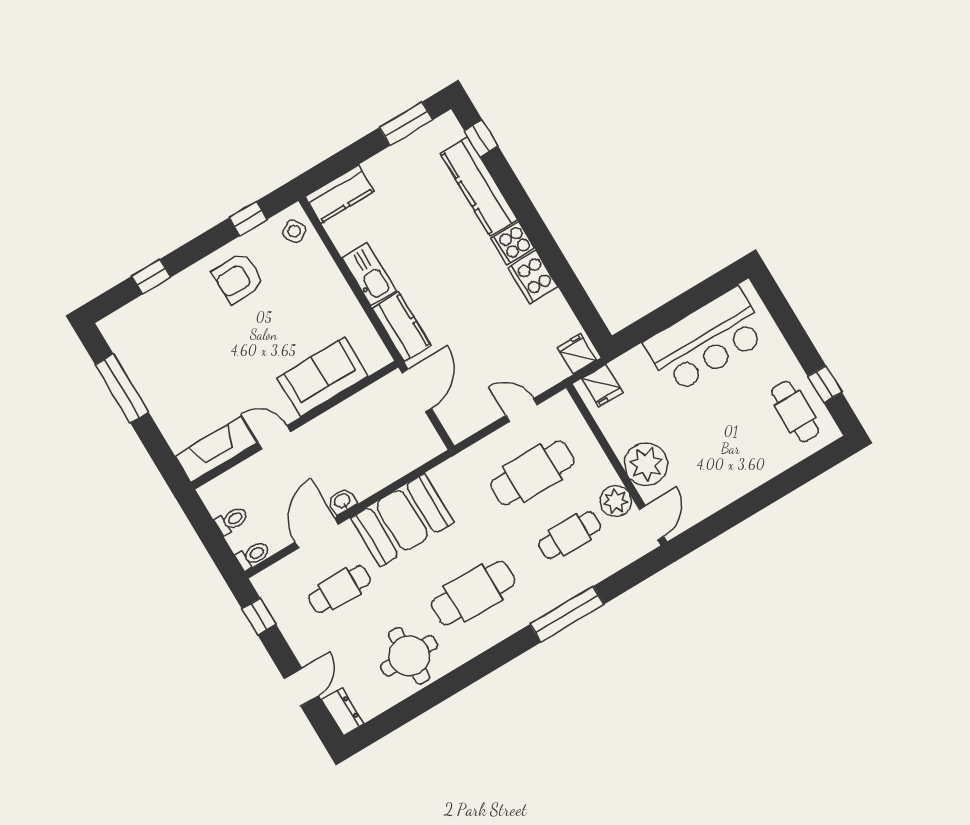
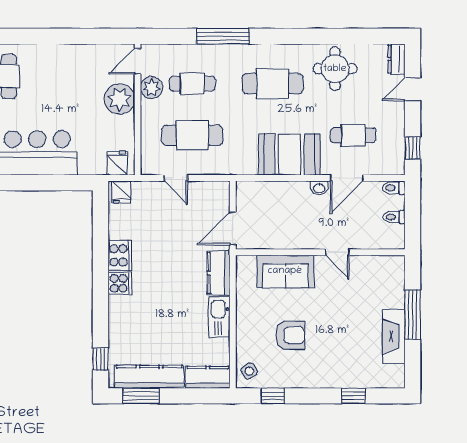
kitchen counter: (479, 186) -> (149, 377), moved, turned -90
armchair: (238, 278) -> (290, 335), moved
window: (122, 388) -> (413, 315), moved
fireplace: (216, 450) -> (394, 336), moved, turned 90

